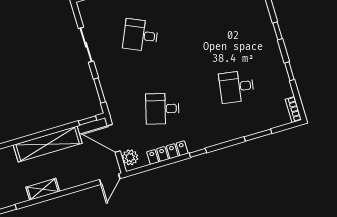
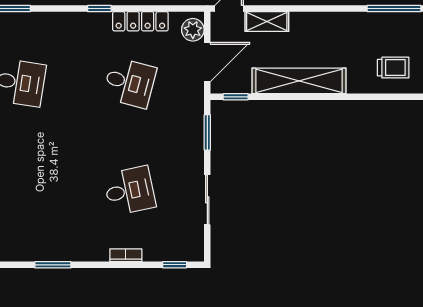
desk: (141, 35) -> (130, 191), turned -36
door: (114, 138) -> (207, 62), hinge flipped
shelving: (43, 189) -> (267, 22), moved

